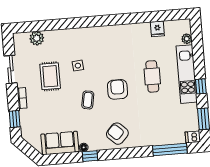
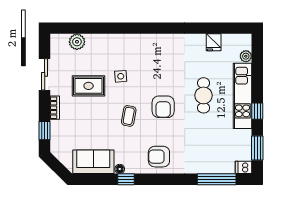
rug: (50, 76) -> (89, 86), turned 90
armchair: (118, 89) -> (163, 107), turned 180
armchair: (117, 134) -> (159, 157), turned -43

